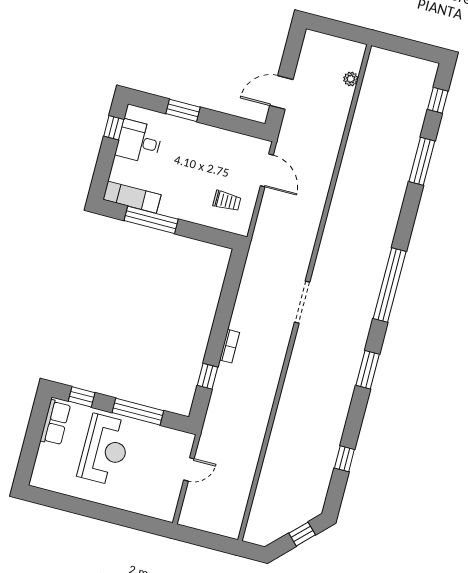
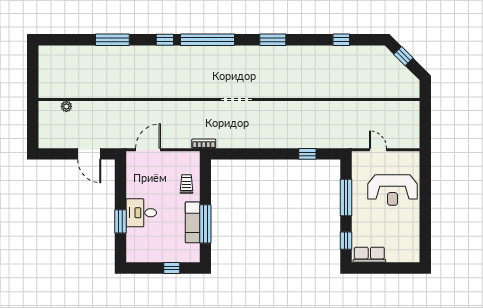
window: (438, 100) -> (165, 40), moved
window: (114, 128) -> (172, 268), moved
desk: (139, 142) -> (141, 213), moved, turned 90
exam couch: (132, 197) -> (193, 222), moved
trolley: (227, 201) -> (186, 184), moved
bookcase: (230, 346) -> (204, 144), moved
reception desk: (105, 450) -> (392, 190), moved, turned 180

